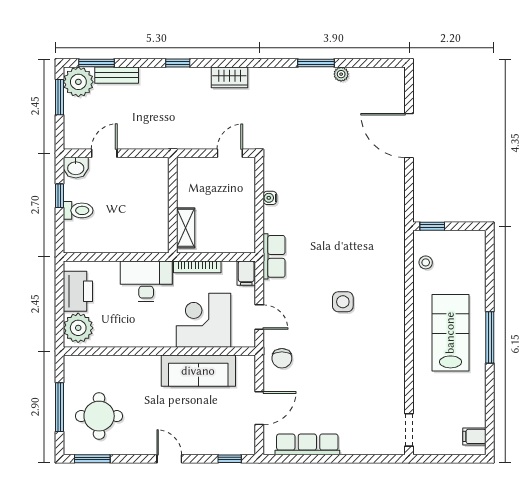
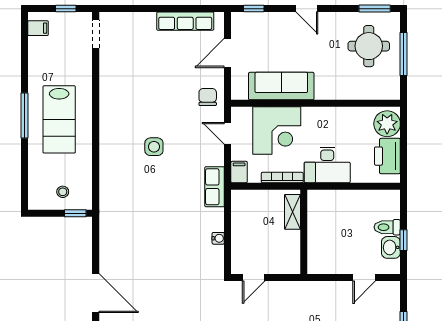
washbasin: (76, 168) -> (391, 247), moved, turned -90
stool: (426, 262) -> (63, 192), moved
window: (443, 459) -> (66, 9), added

